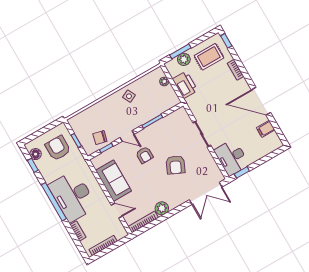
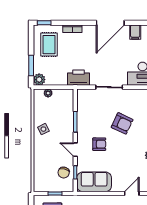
plant: (184, 59) -> (39, 80), moved
printer: (185, 85) -> (79, 78), moved
door: (127, 136) -> (75, 150), swing flipped
sofa: (114, 181) -> (94, 182), moved

